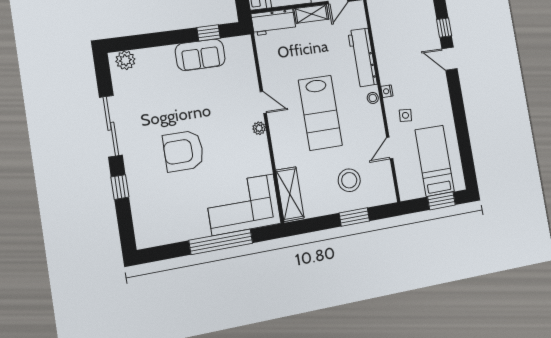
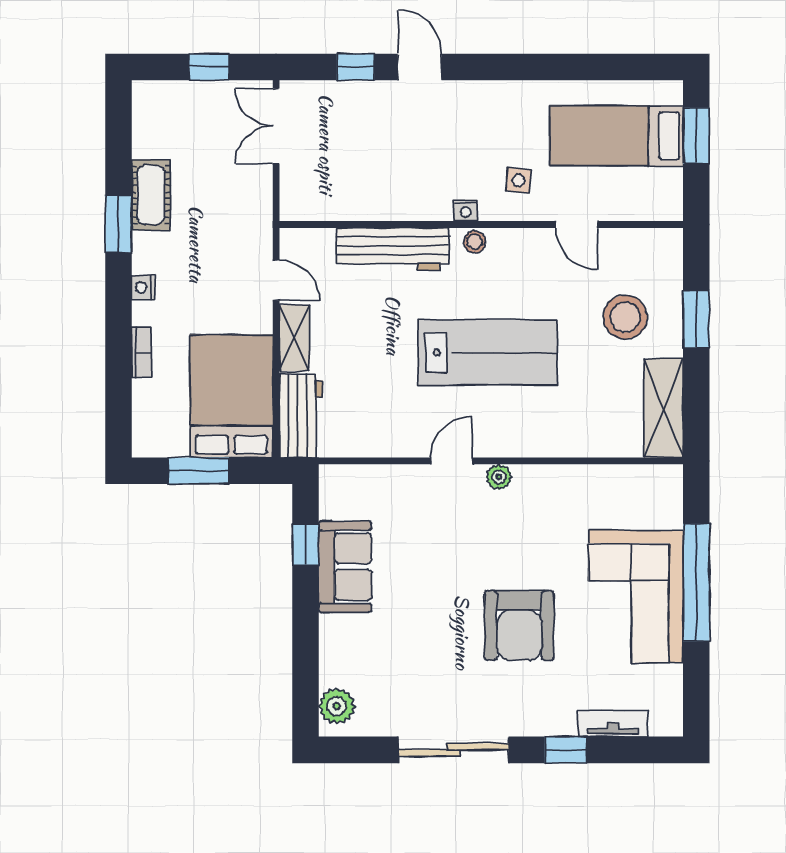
door: (449, 59) -> (420, 67), swing flipped
shelving: (290, 194) -> (663, 408), moved, turned 90
corner sofa: (243, 205) -> (636, 597), moved
tv unit: (138, 210) -> (613, 723), added

